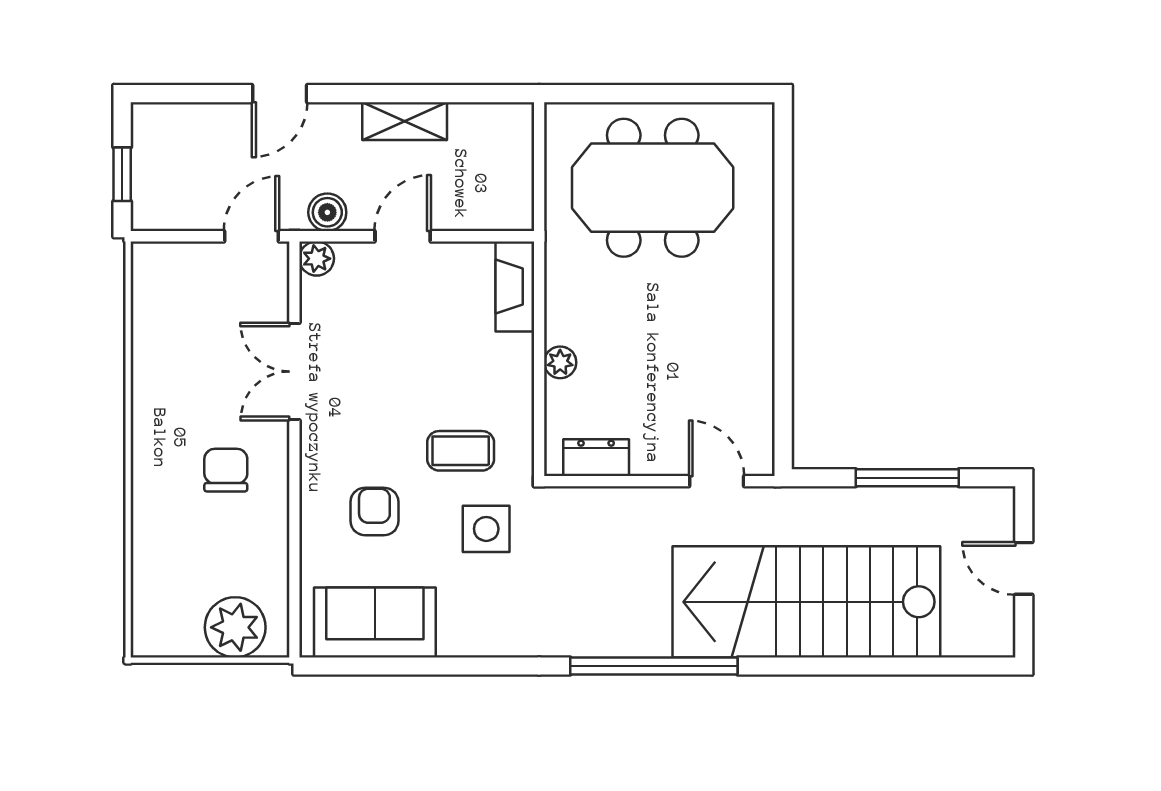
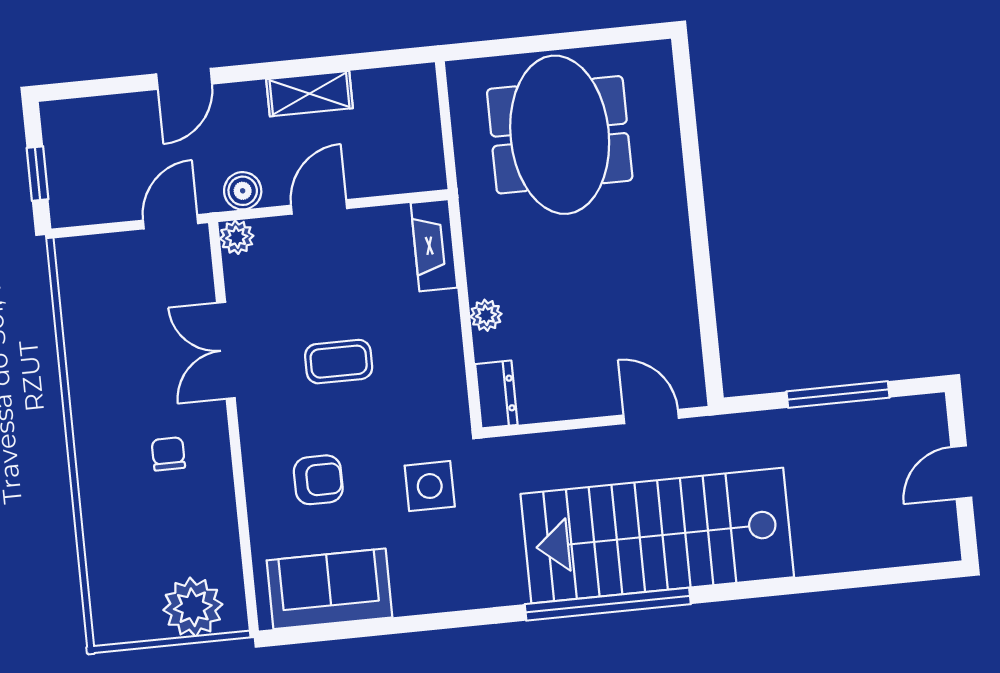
meeting table: (653, 188) -> (560, 135), turned 90
coffee table: (461, 451) -> (339, 362), moved
dresser: (596, 458) -> (496, 394), moved, turned 90
chair: (226, 470) -> (168, 454), width x0.73, depth x0.73
armchair: (374, 511) -> (318, 480), turned 90
door: (1024, 568) -> (961, 472), hinge flipped
stairs: (806, 602) -> (657, 536), moved

